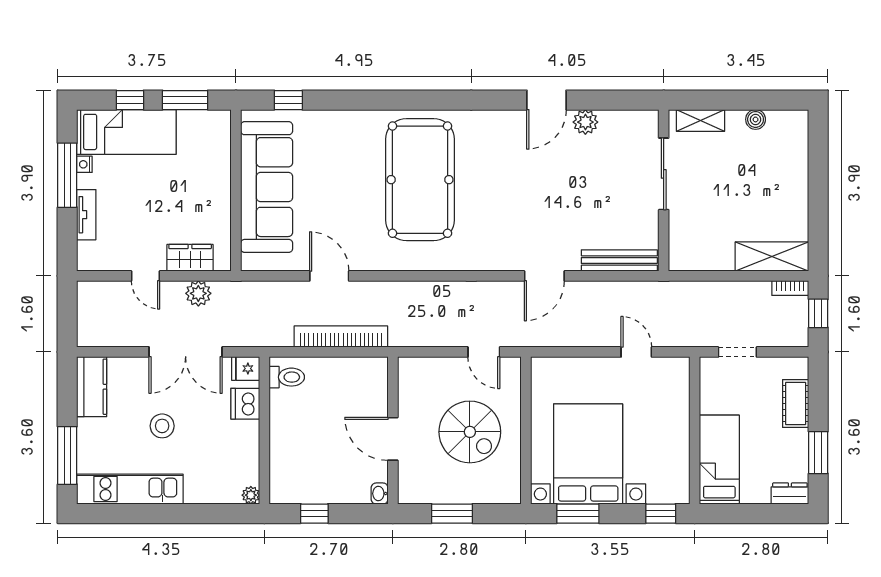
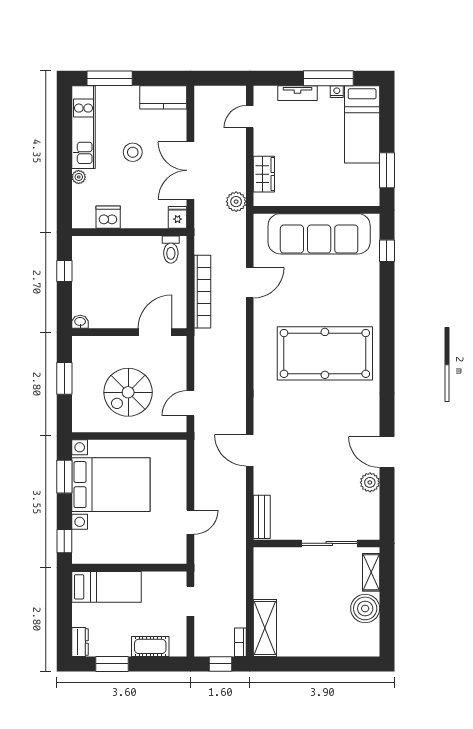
window: (130, 100) -> (387, 127), removed
boiler: (756, 119) -> (365, 608), width x1.86, depth x1.86
bench: (619, 260) -> (262, 517), width x0.73
door: (146, 276) -> (250, 117), moved
plant: (198, 293) -> (236, 202), moved
dishwasher: (245, 404) -> (108, 217), moved
door: (393, 439) -> (155, 332), moved
plant: (251, 495) -> (79, 177), moved

